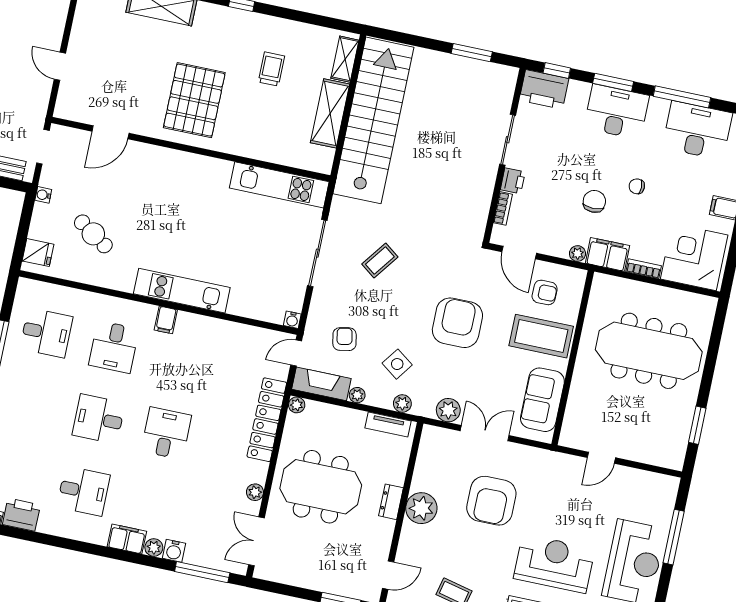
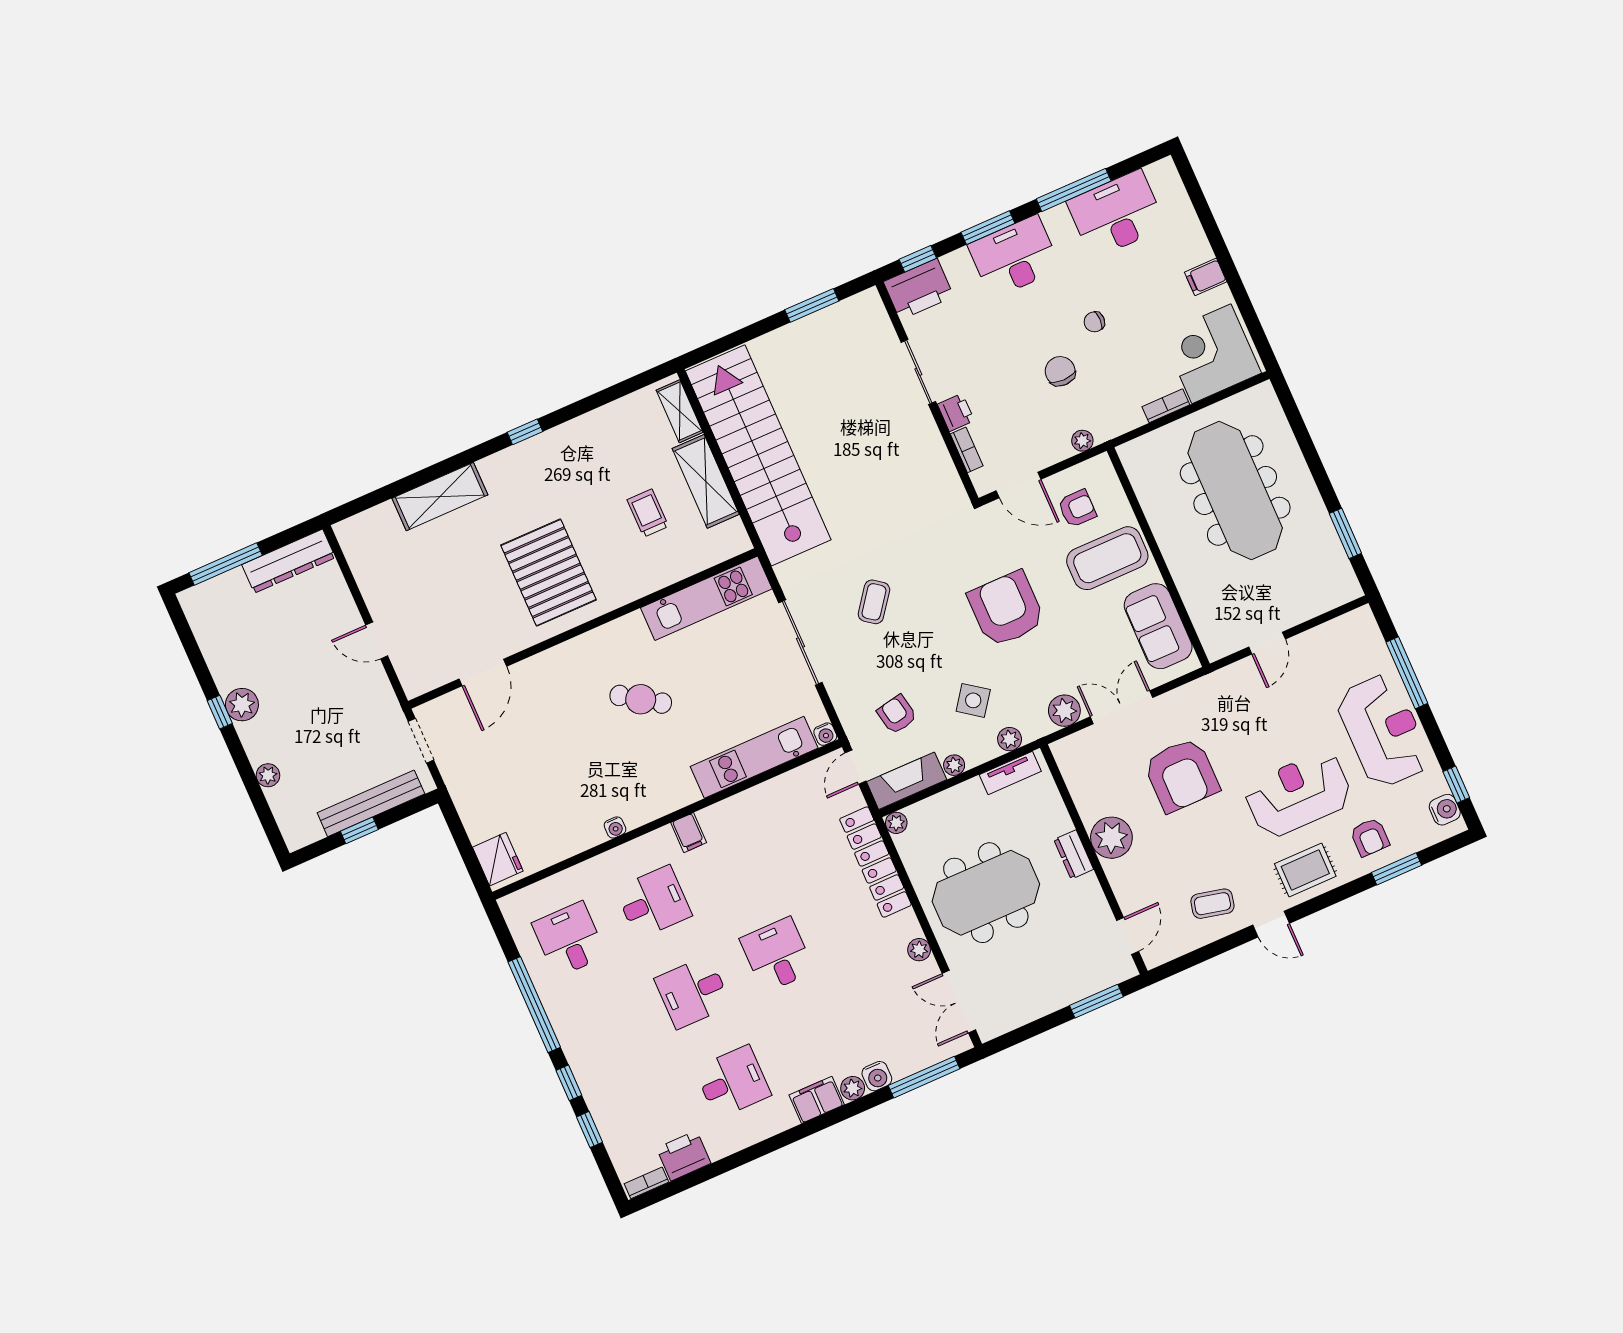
trolley: (271, 69) -> (648, 513), moved
water cooler: (43, 195) -> (615, 827), moved, turned -90
cafe table: (93, 234) -> (641, 699), moved
fridge: (38, 253) -> (498, 859), width x1.38
filing cabinet: (607, 254) -> (1116, 418), removed
kitchen unit: (182, 291) -> (754, 757), moved
desk: (46, 333) -> (569, 939), turned -90
desk: (114, 347) -> (653, 902), turned -90
meeting table: (649, 351) -> (1235, 490), turned 90

